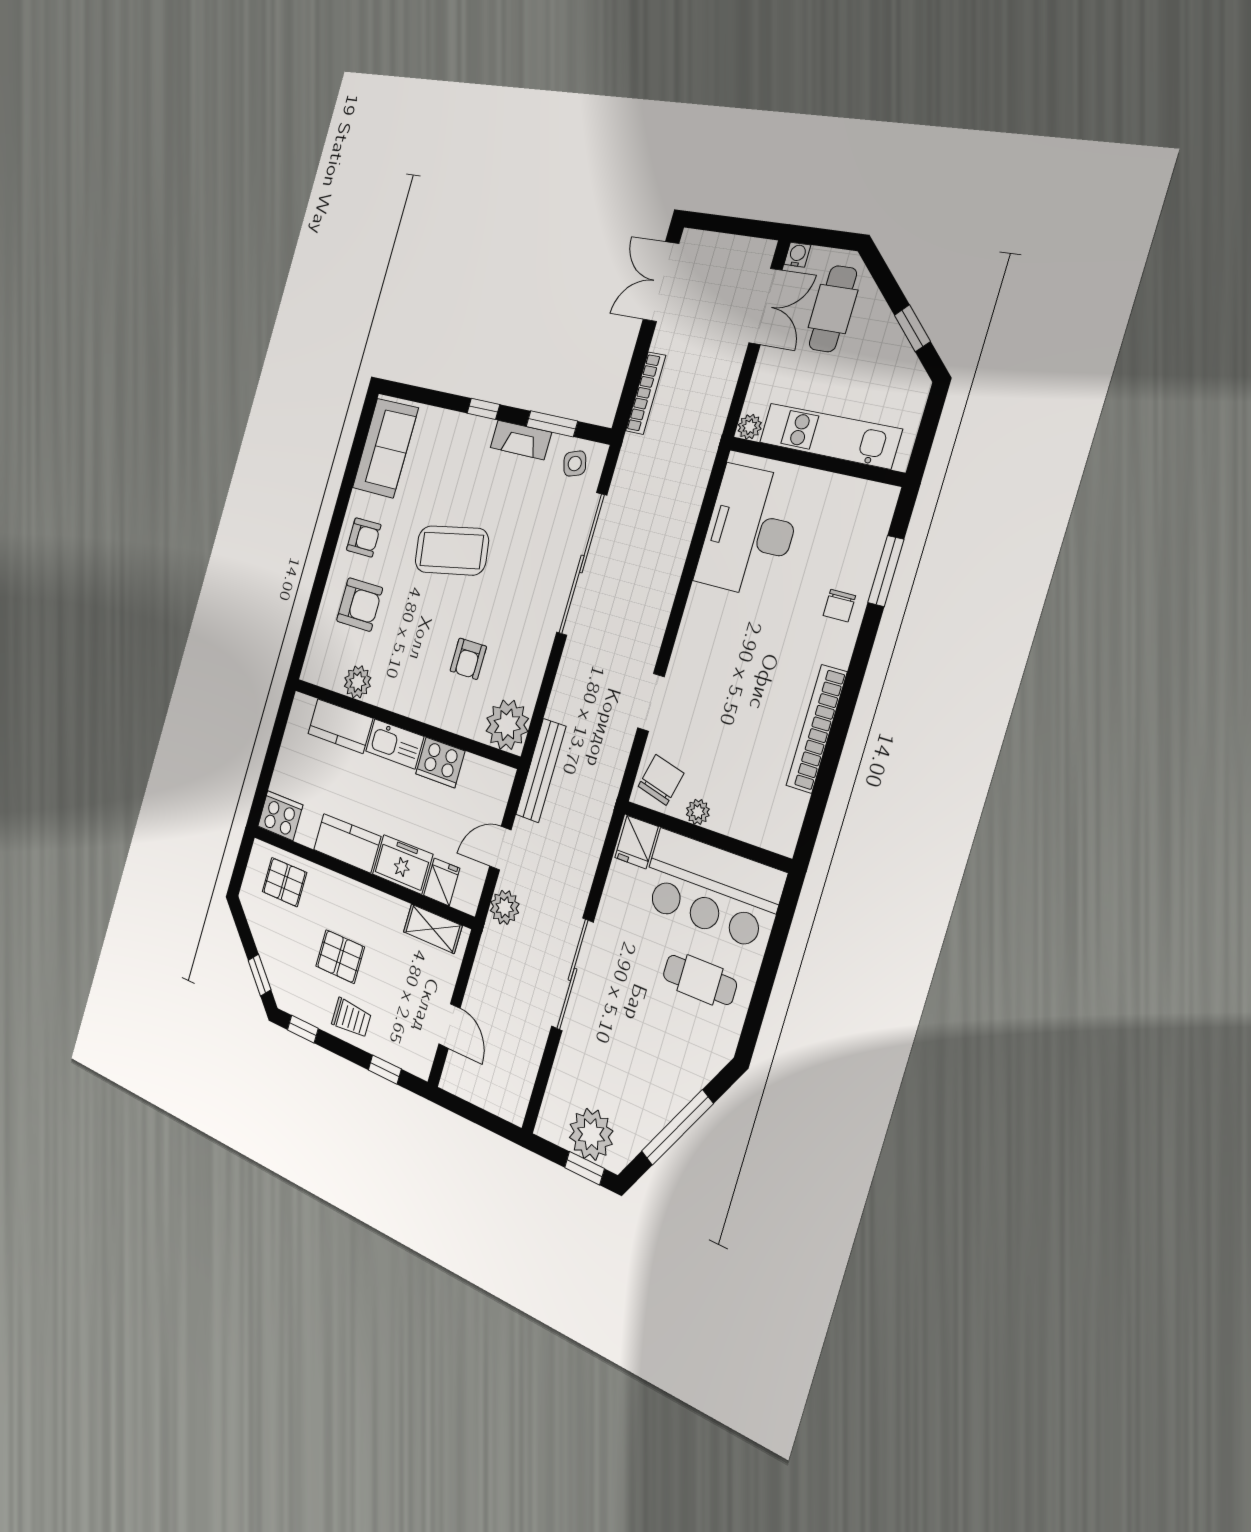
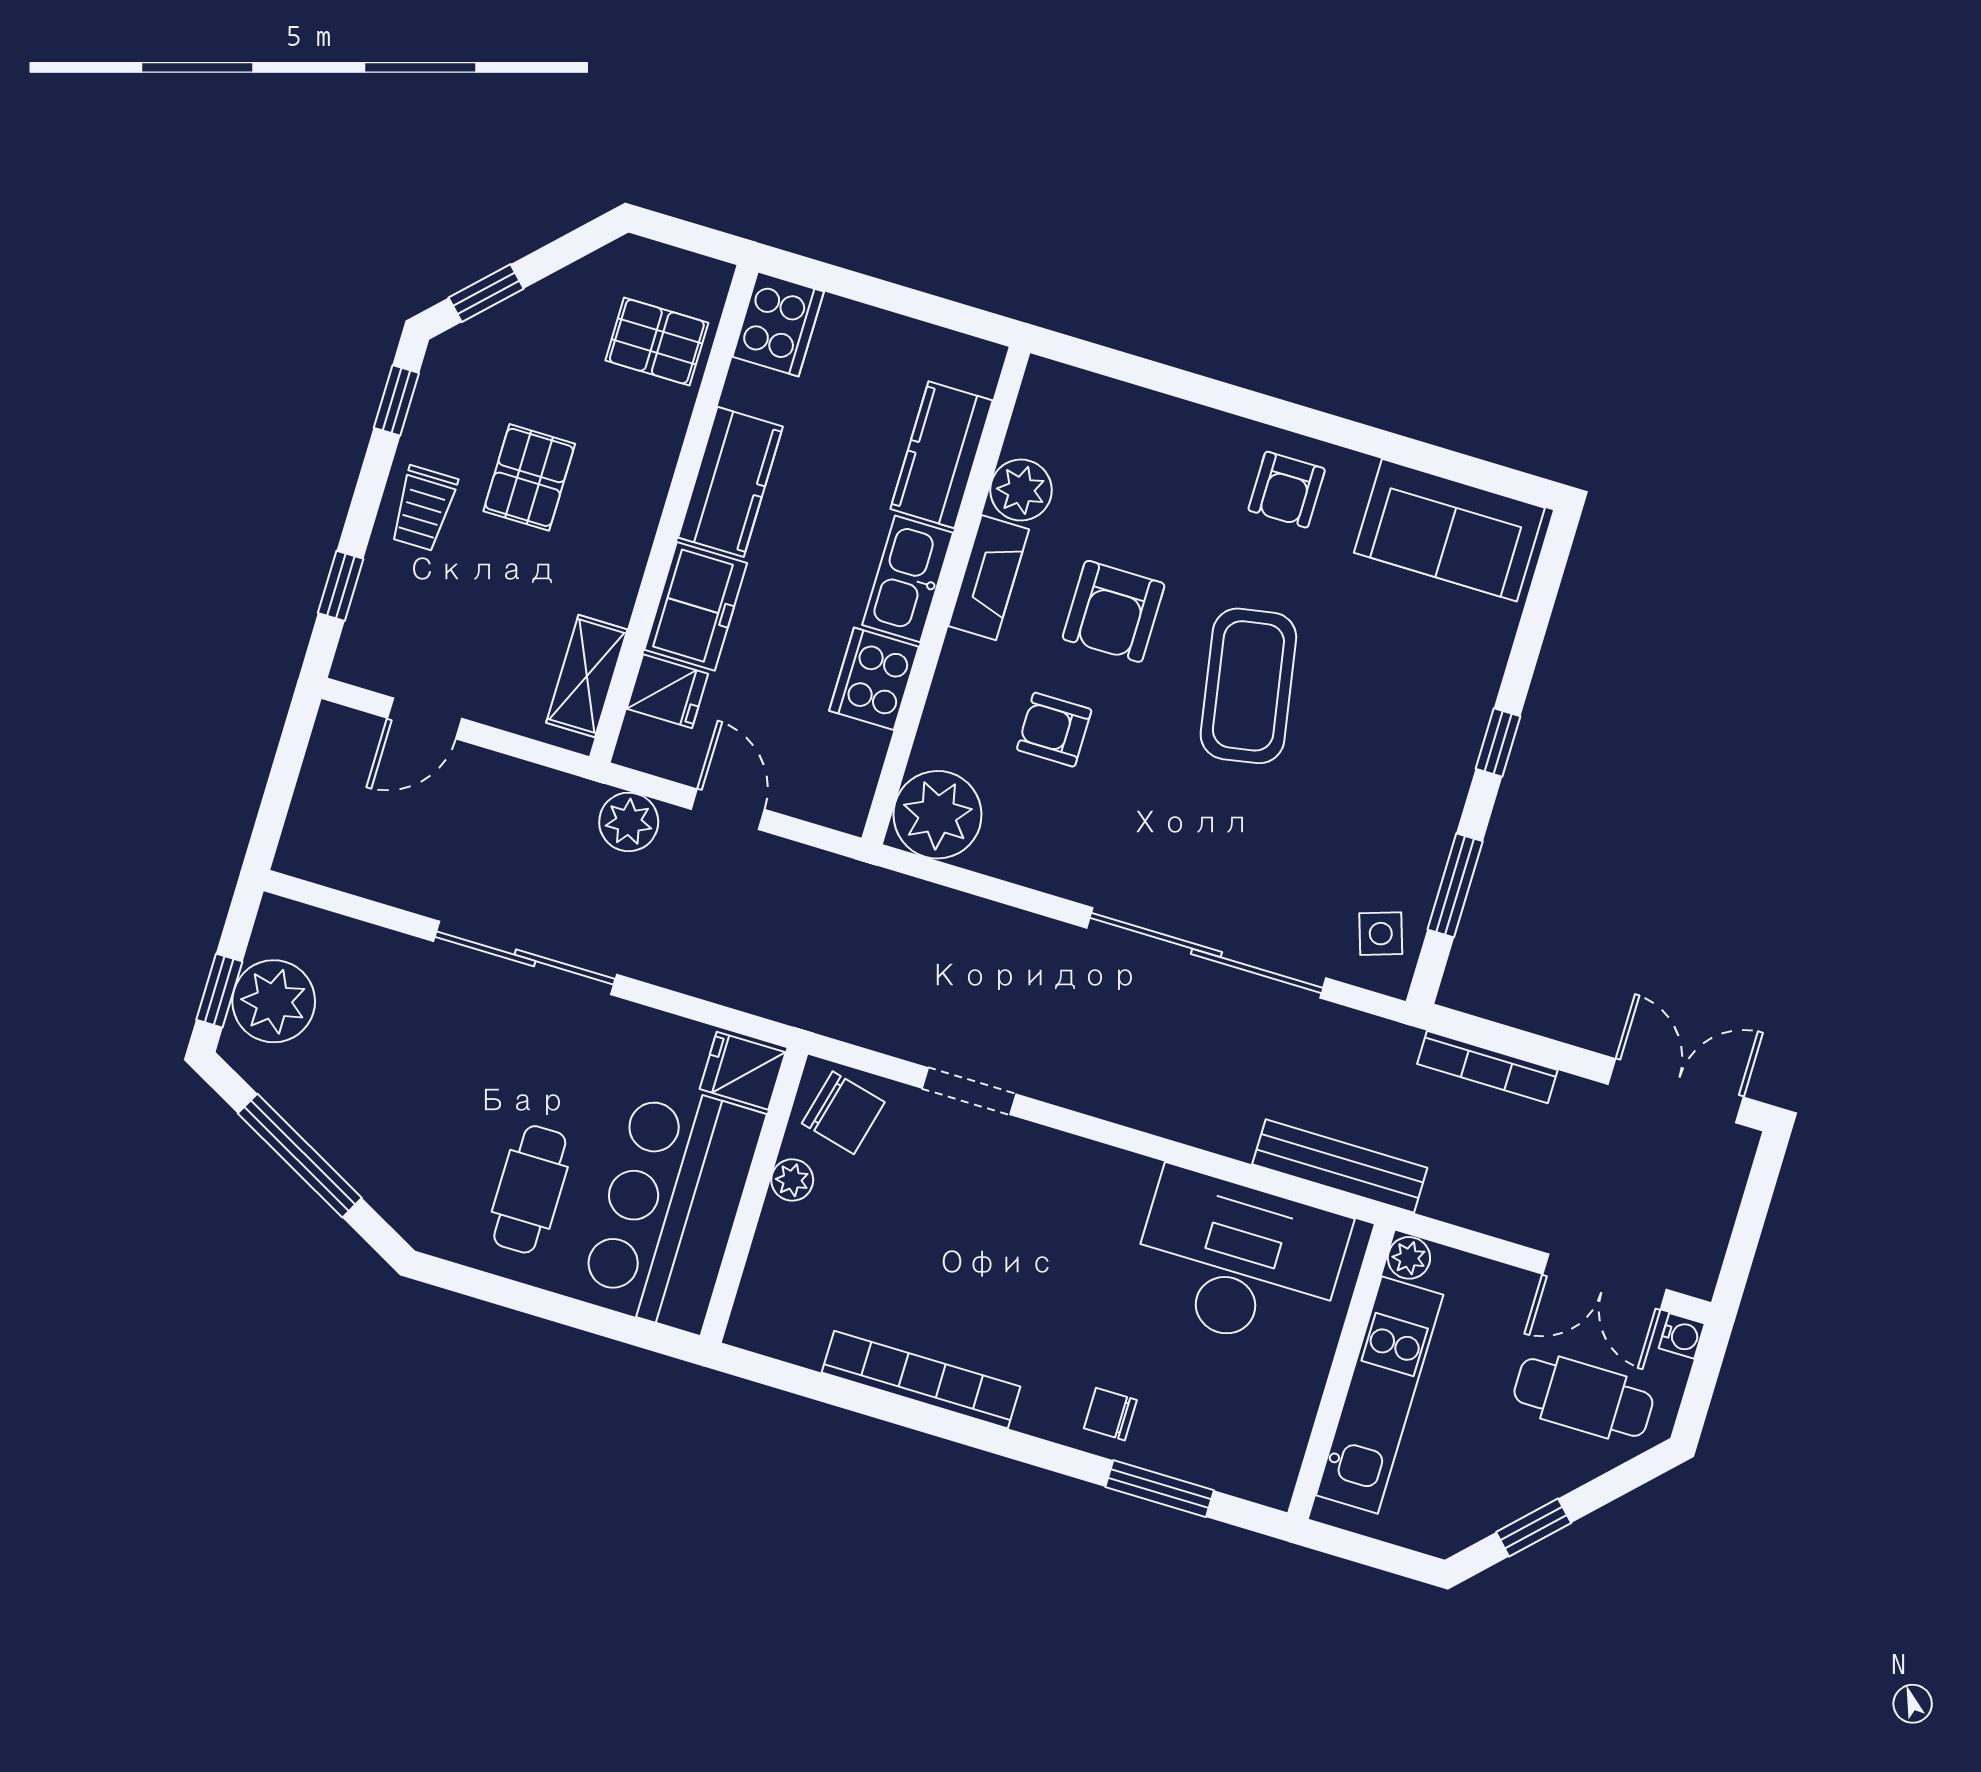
fireplace: (521, 440) -> (989, 578), moved, turned 180
armchair: (360, 604) -> (1114, 611), moved
bench: (541, 770) -> (1340, 1166), moved
pallet: (284, 882) -> (657, 342), turned 90

